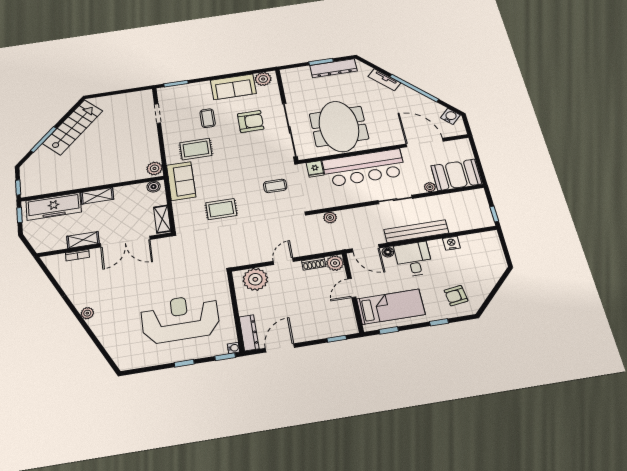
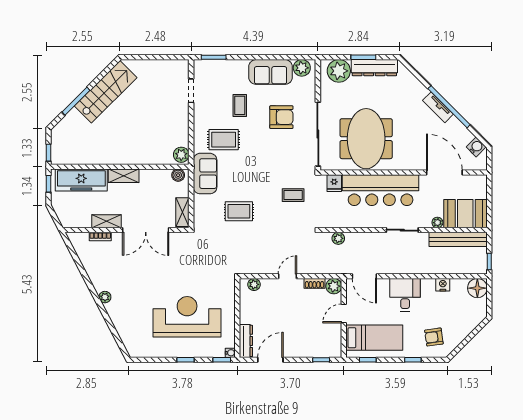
plant: (300, 76) -> (339, 71), added
tv unit: (384, 80) -> (438, 107), moved
bench: (416, 231) -> (458, 239), moved
floor lamp: (388, 252) -> (477, 288), moved, width x1.89, depth x1.89
plant: (255, 279) -> (254, 284), width x0.53, depth x0.53

